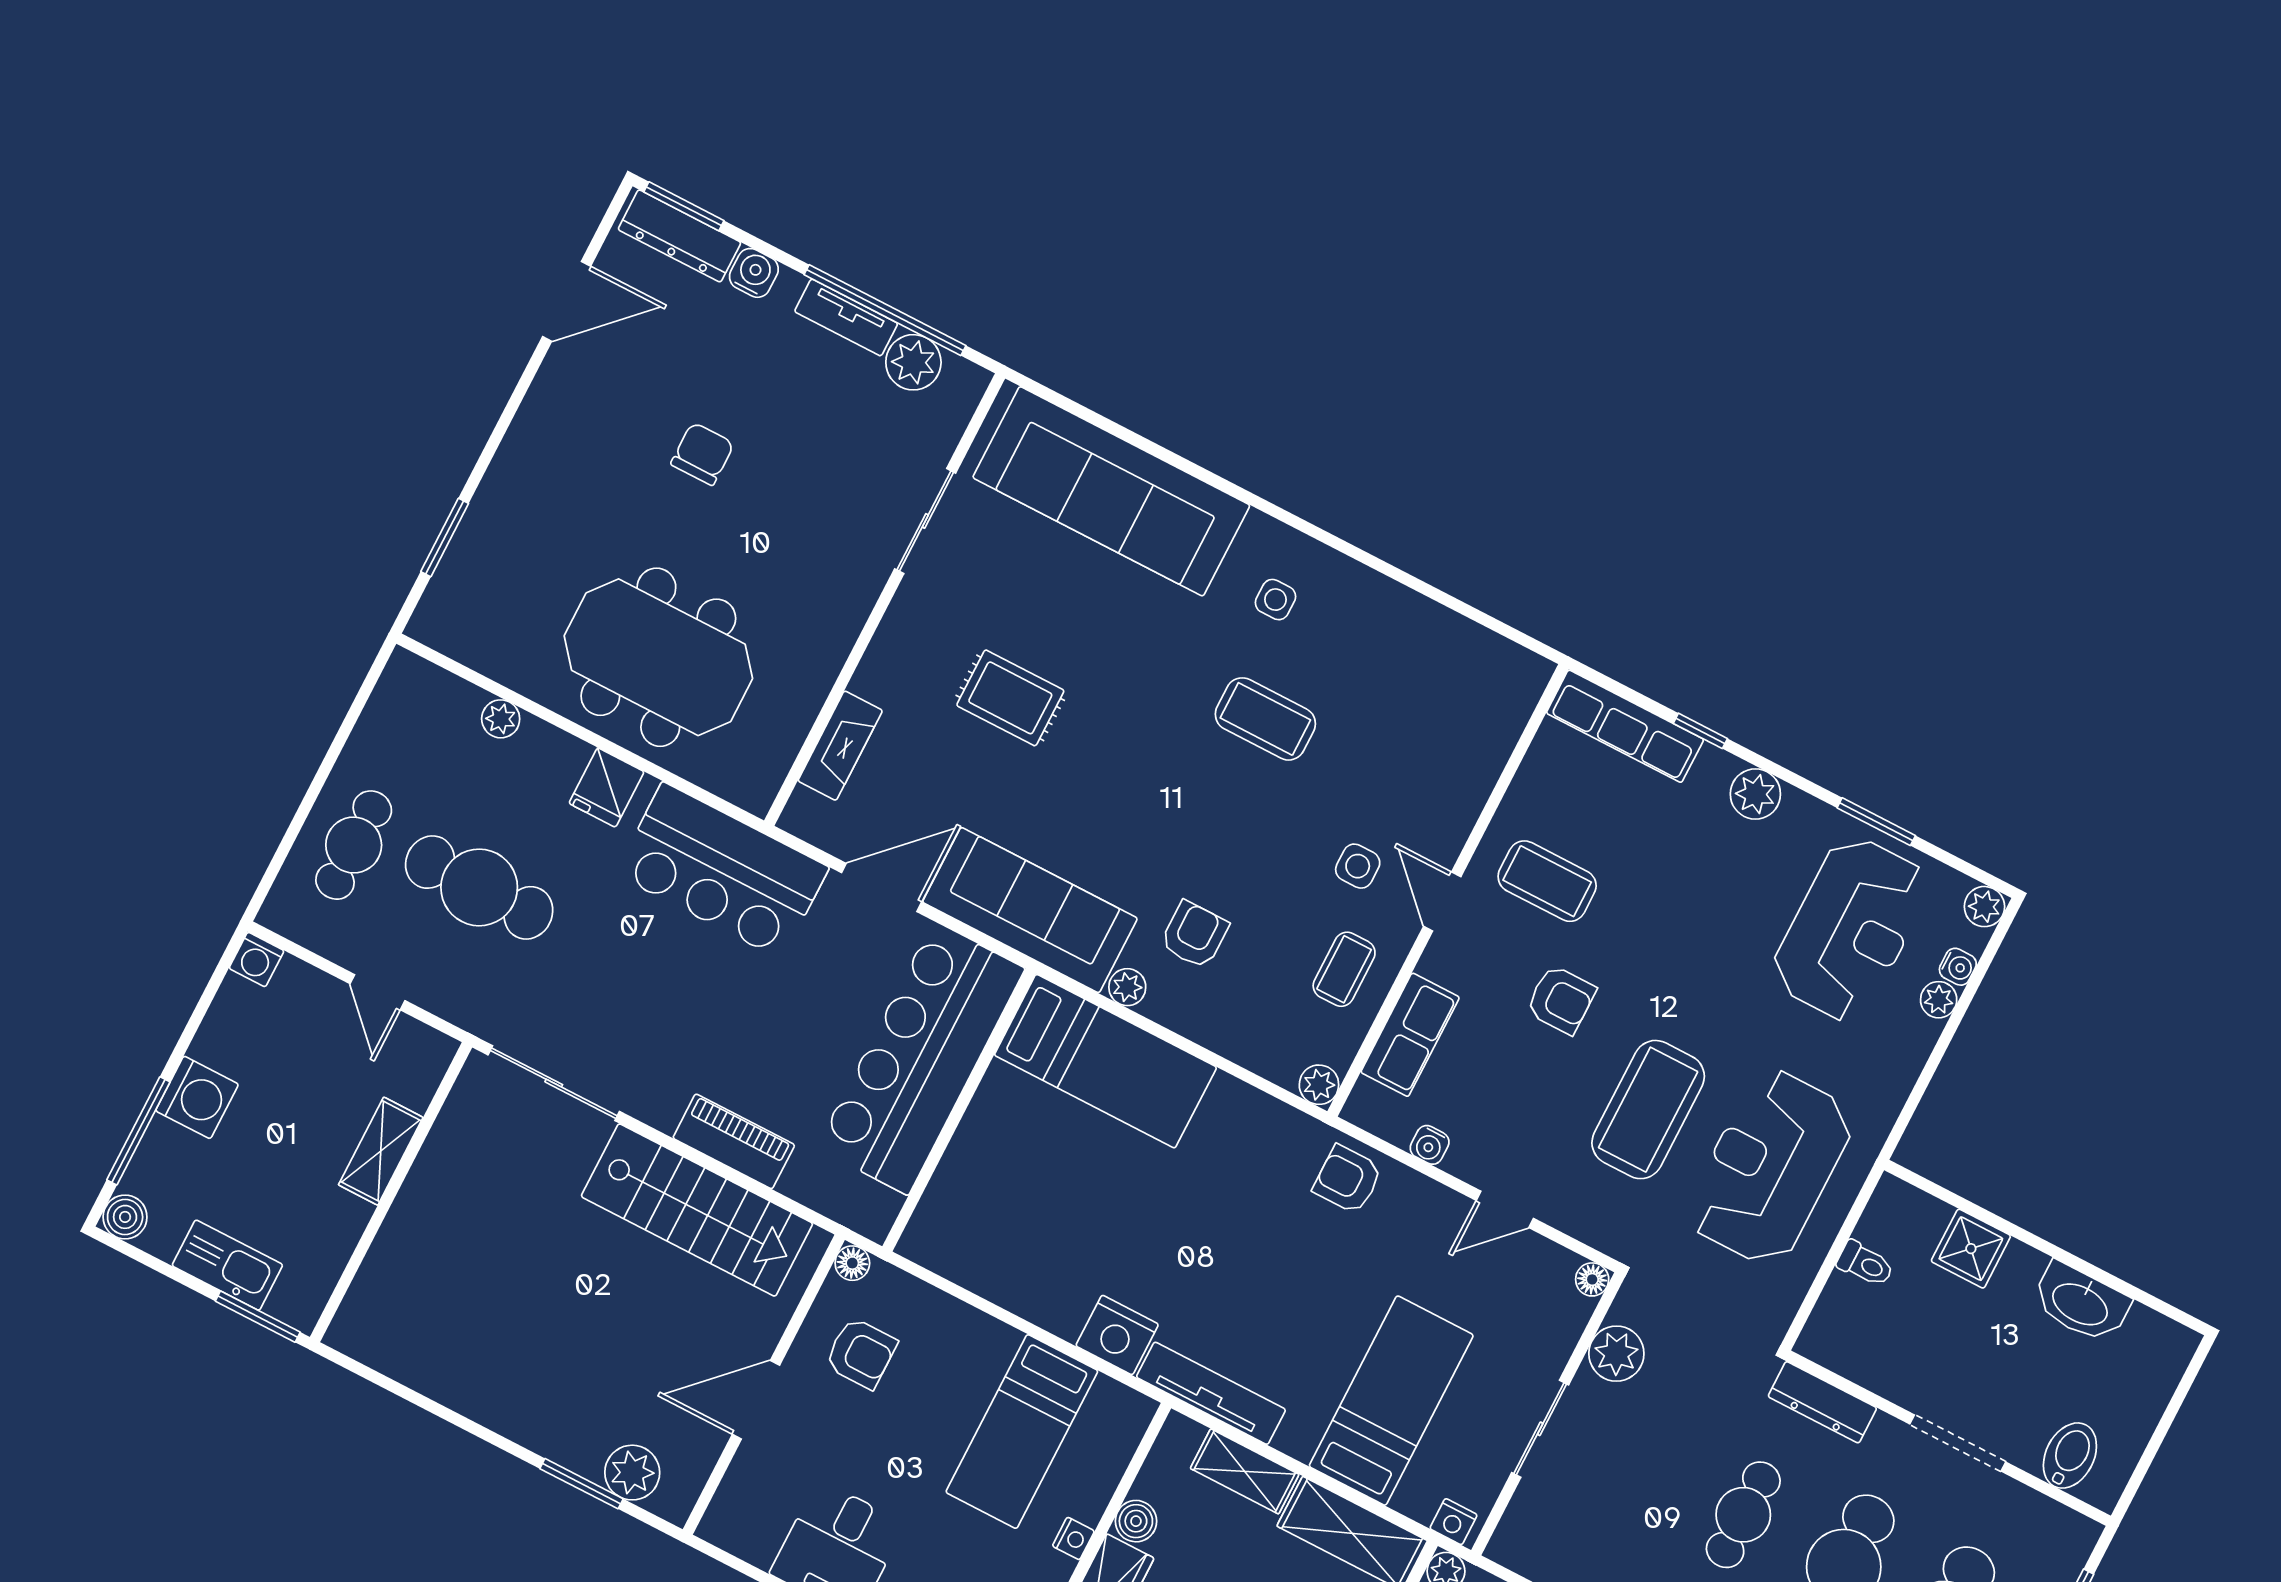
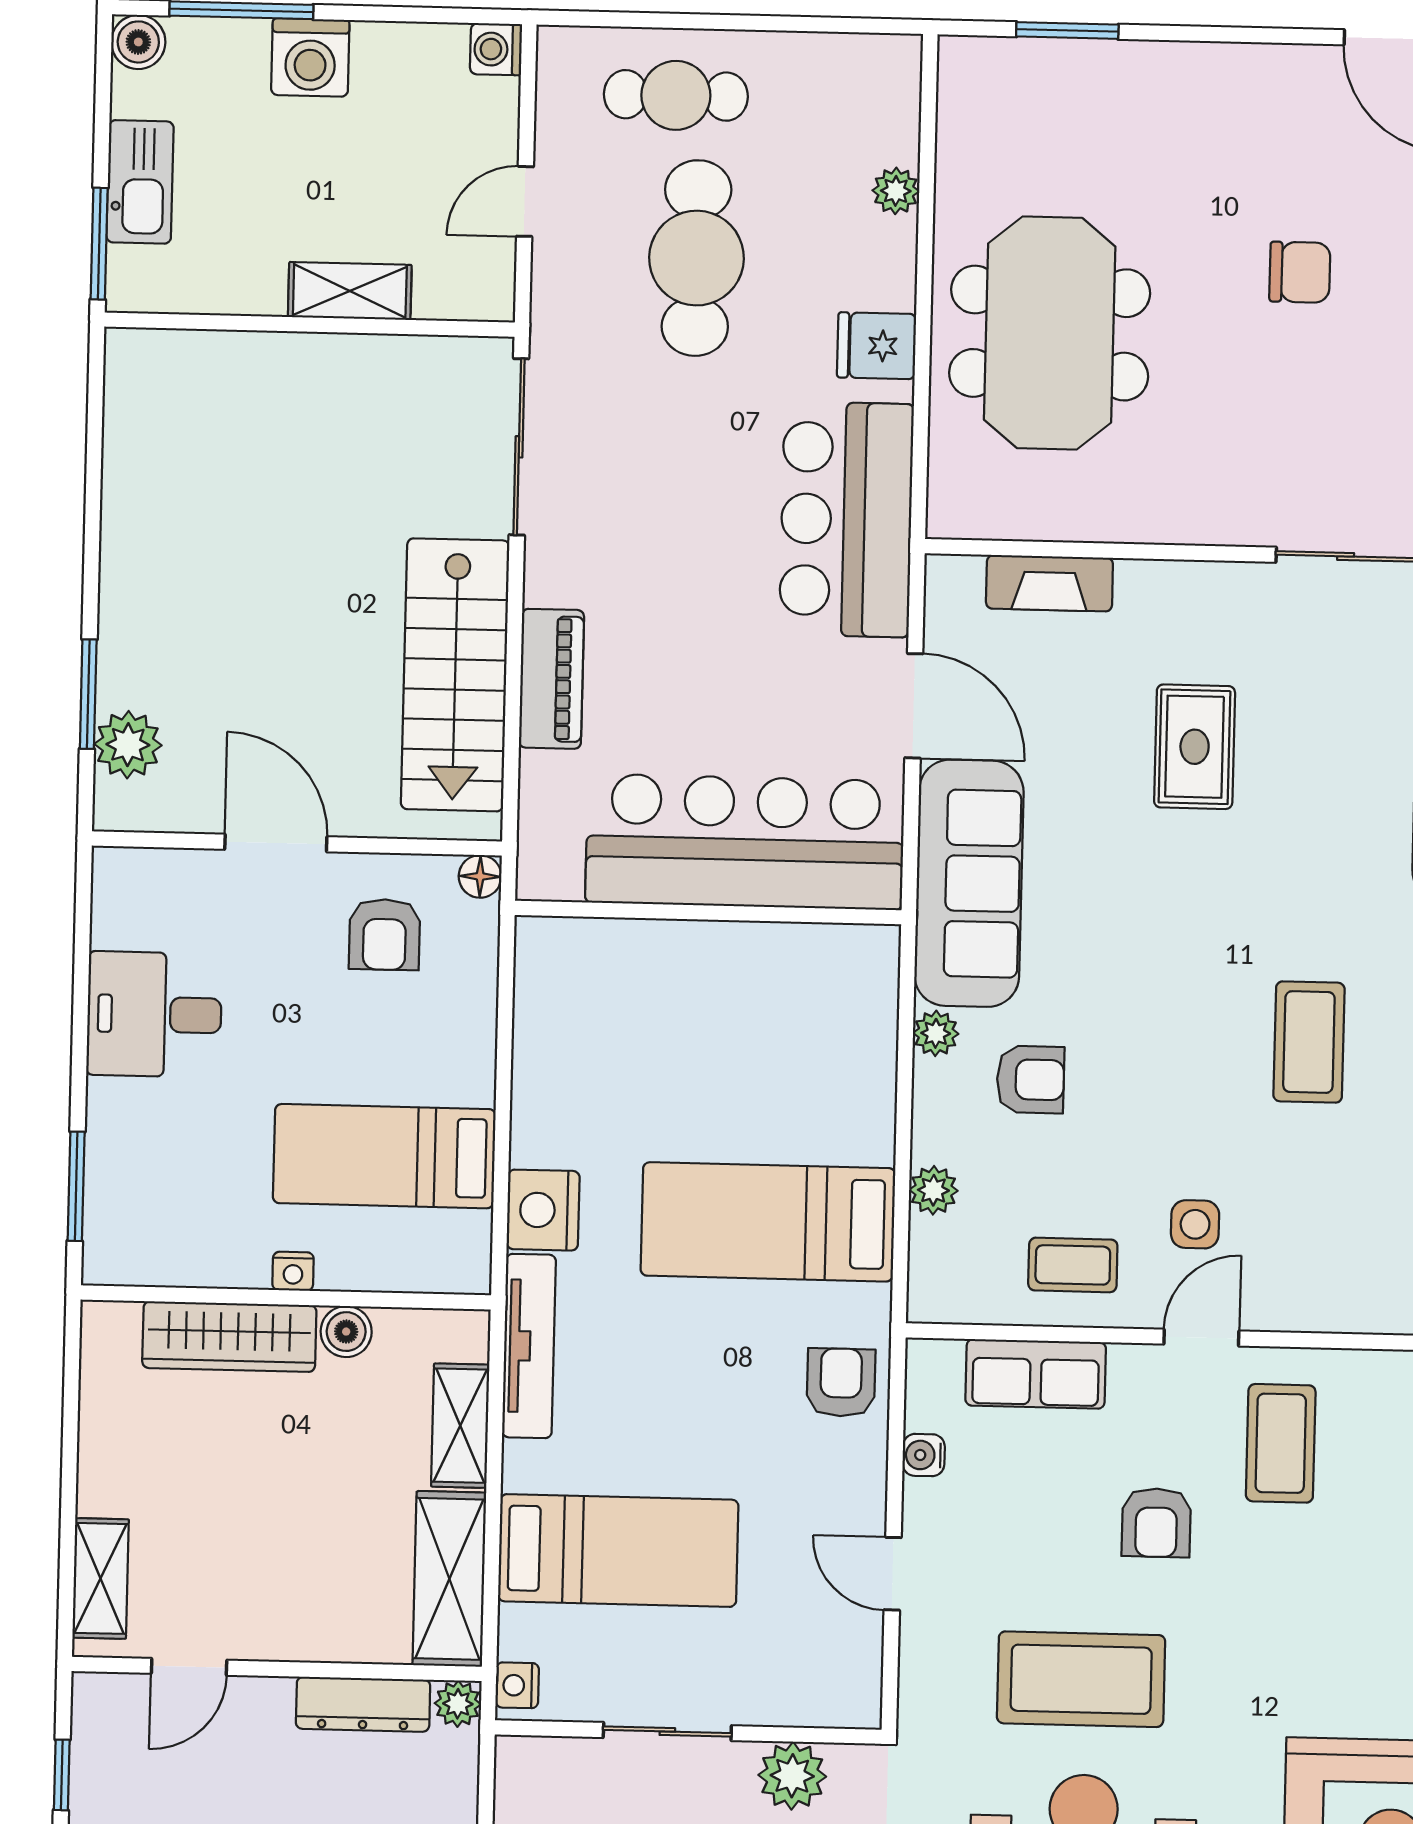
bed: (1105, 1061) -> (768, 1222), moved, turned 90
plant: (1319, 1085) -> (933, 1190), moved
floor lamp: (1592, 1279) -> (862, 1709), removed

